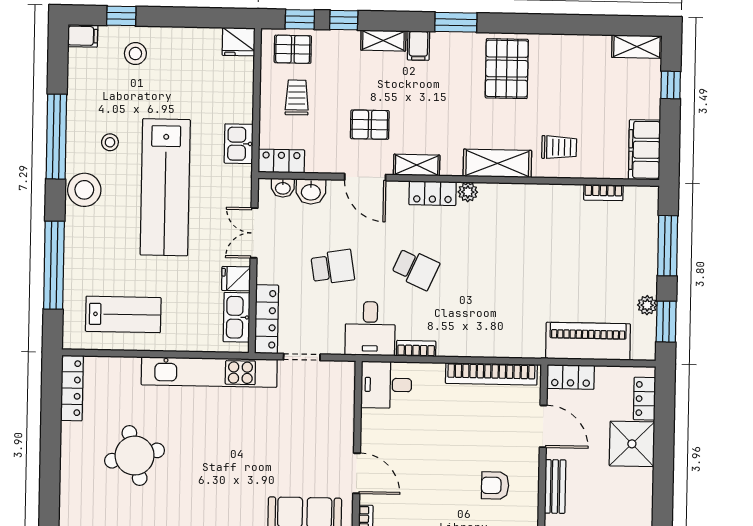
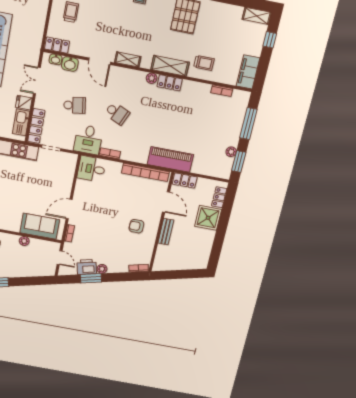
pallet: (370, 125) -> (107, 34), removed
kitchen sink: (239, 144) -> (36, 32), removed
locker: (433, 193) -> (170, 83), moved
piano: (588, 341) -> (170, 159), moved
door: (357, 473) -> (69, 209), swing flipped

